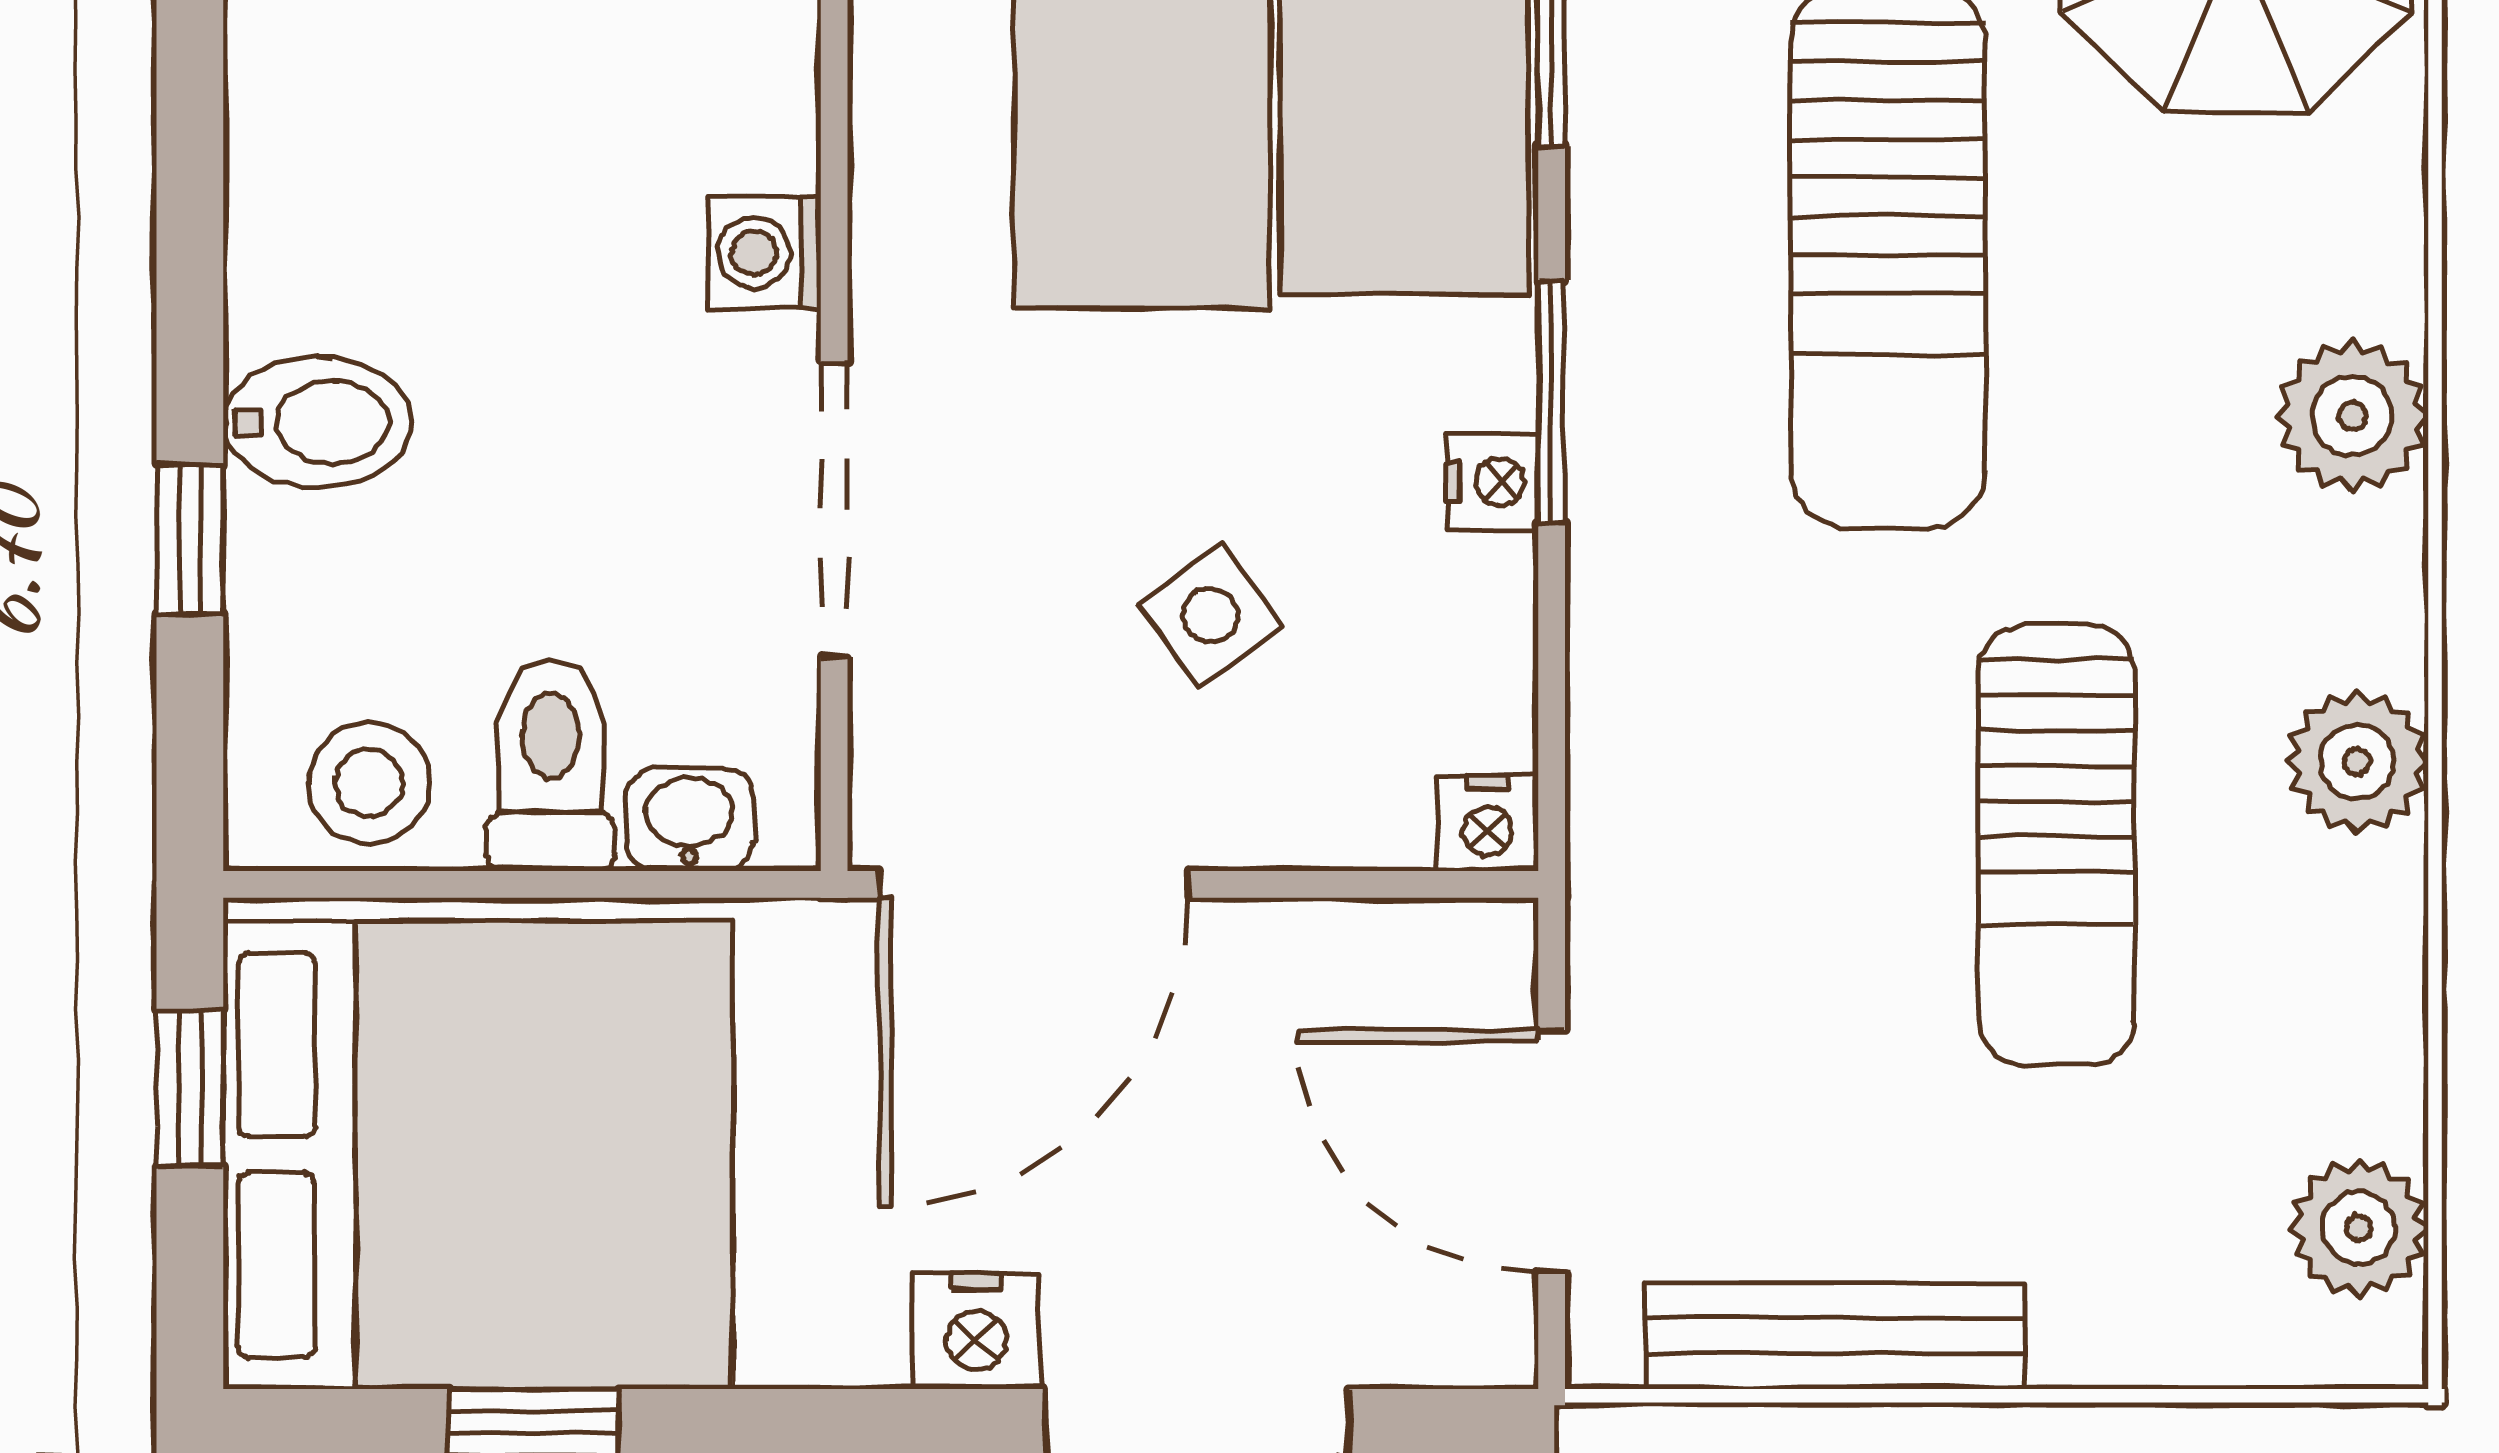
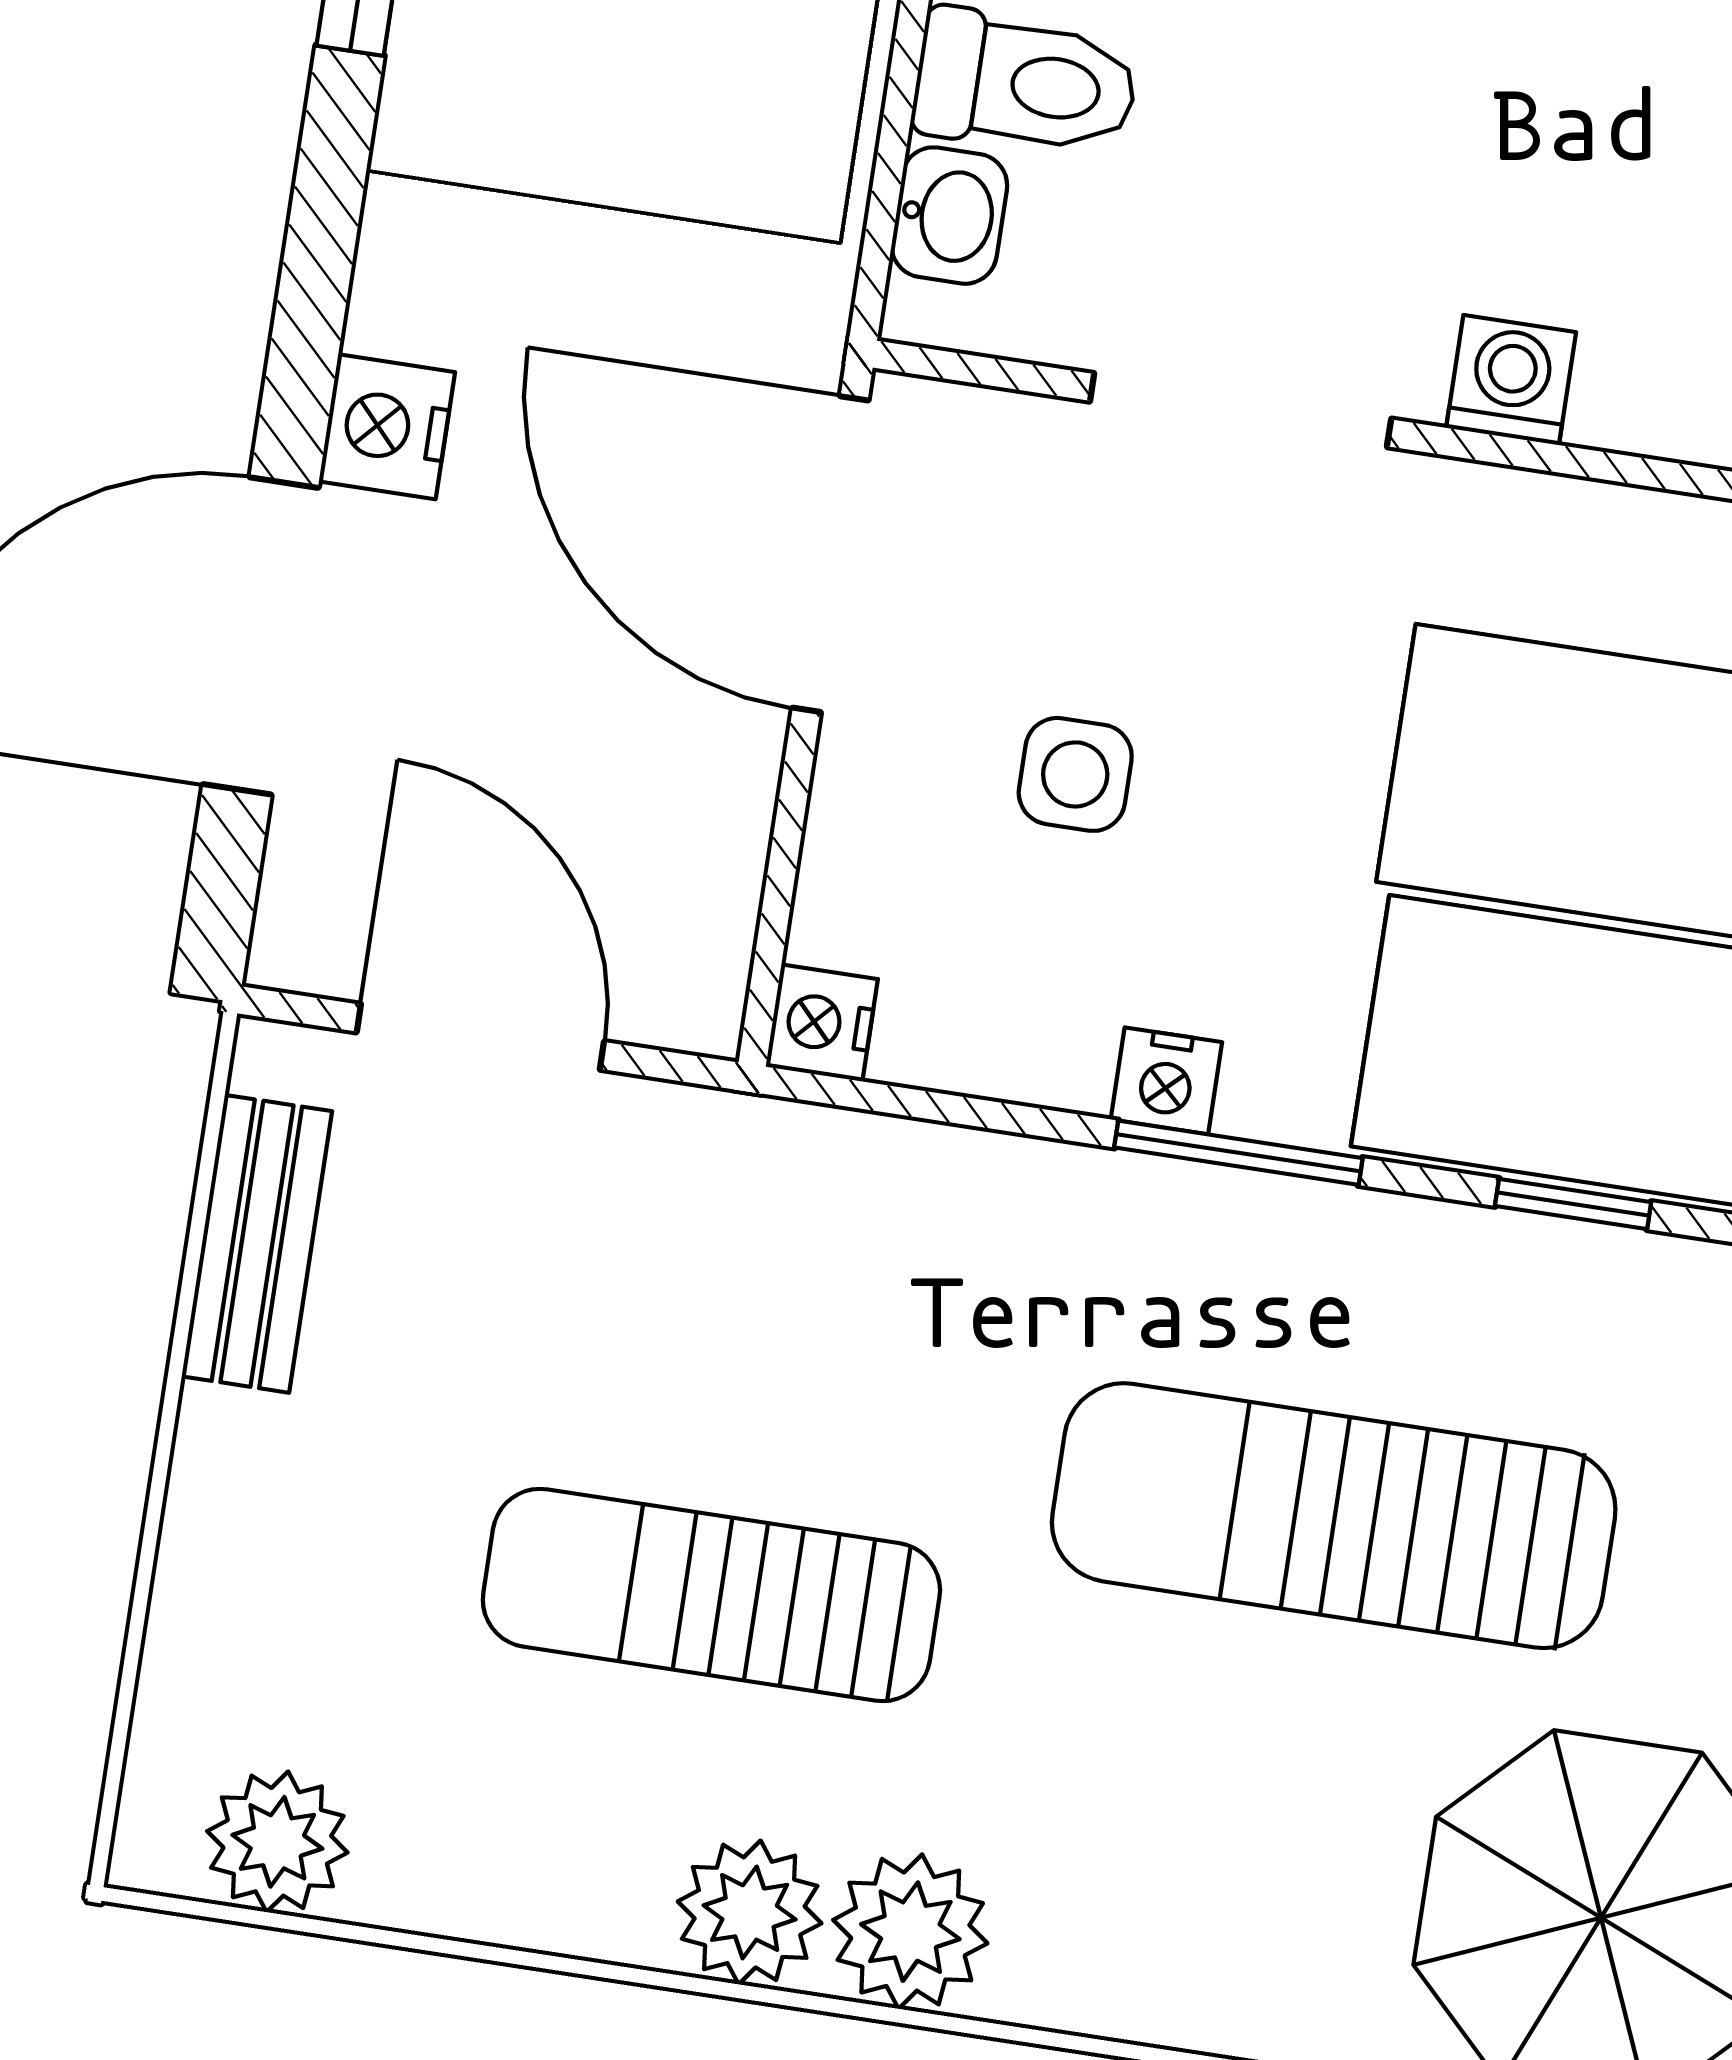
plant: (2352, 416) -> (910, 1932), moved
side table: (1210, 615) -> (1075, 774), turned 36
door: (1552, 1151) -> (480, 1037), hinge flipped
bench: (1835, 1336) -> (257, 1244), width x0.73

